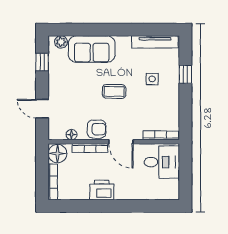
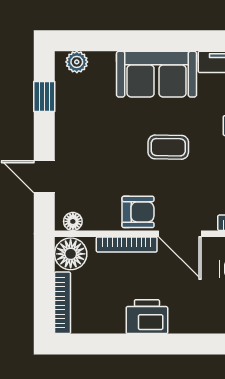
sofa: (92, 49) -> (157, 74), moved
floor lamp: (71, 135) -> (73, 221), moved

